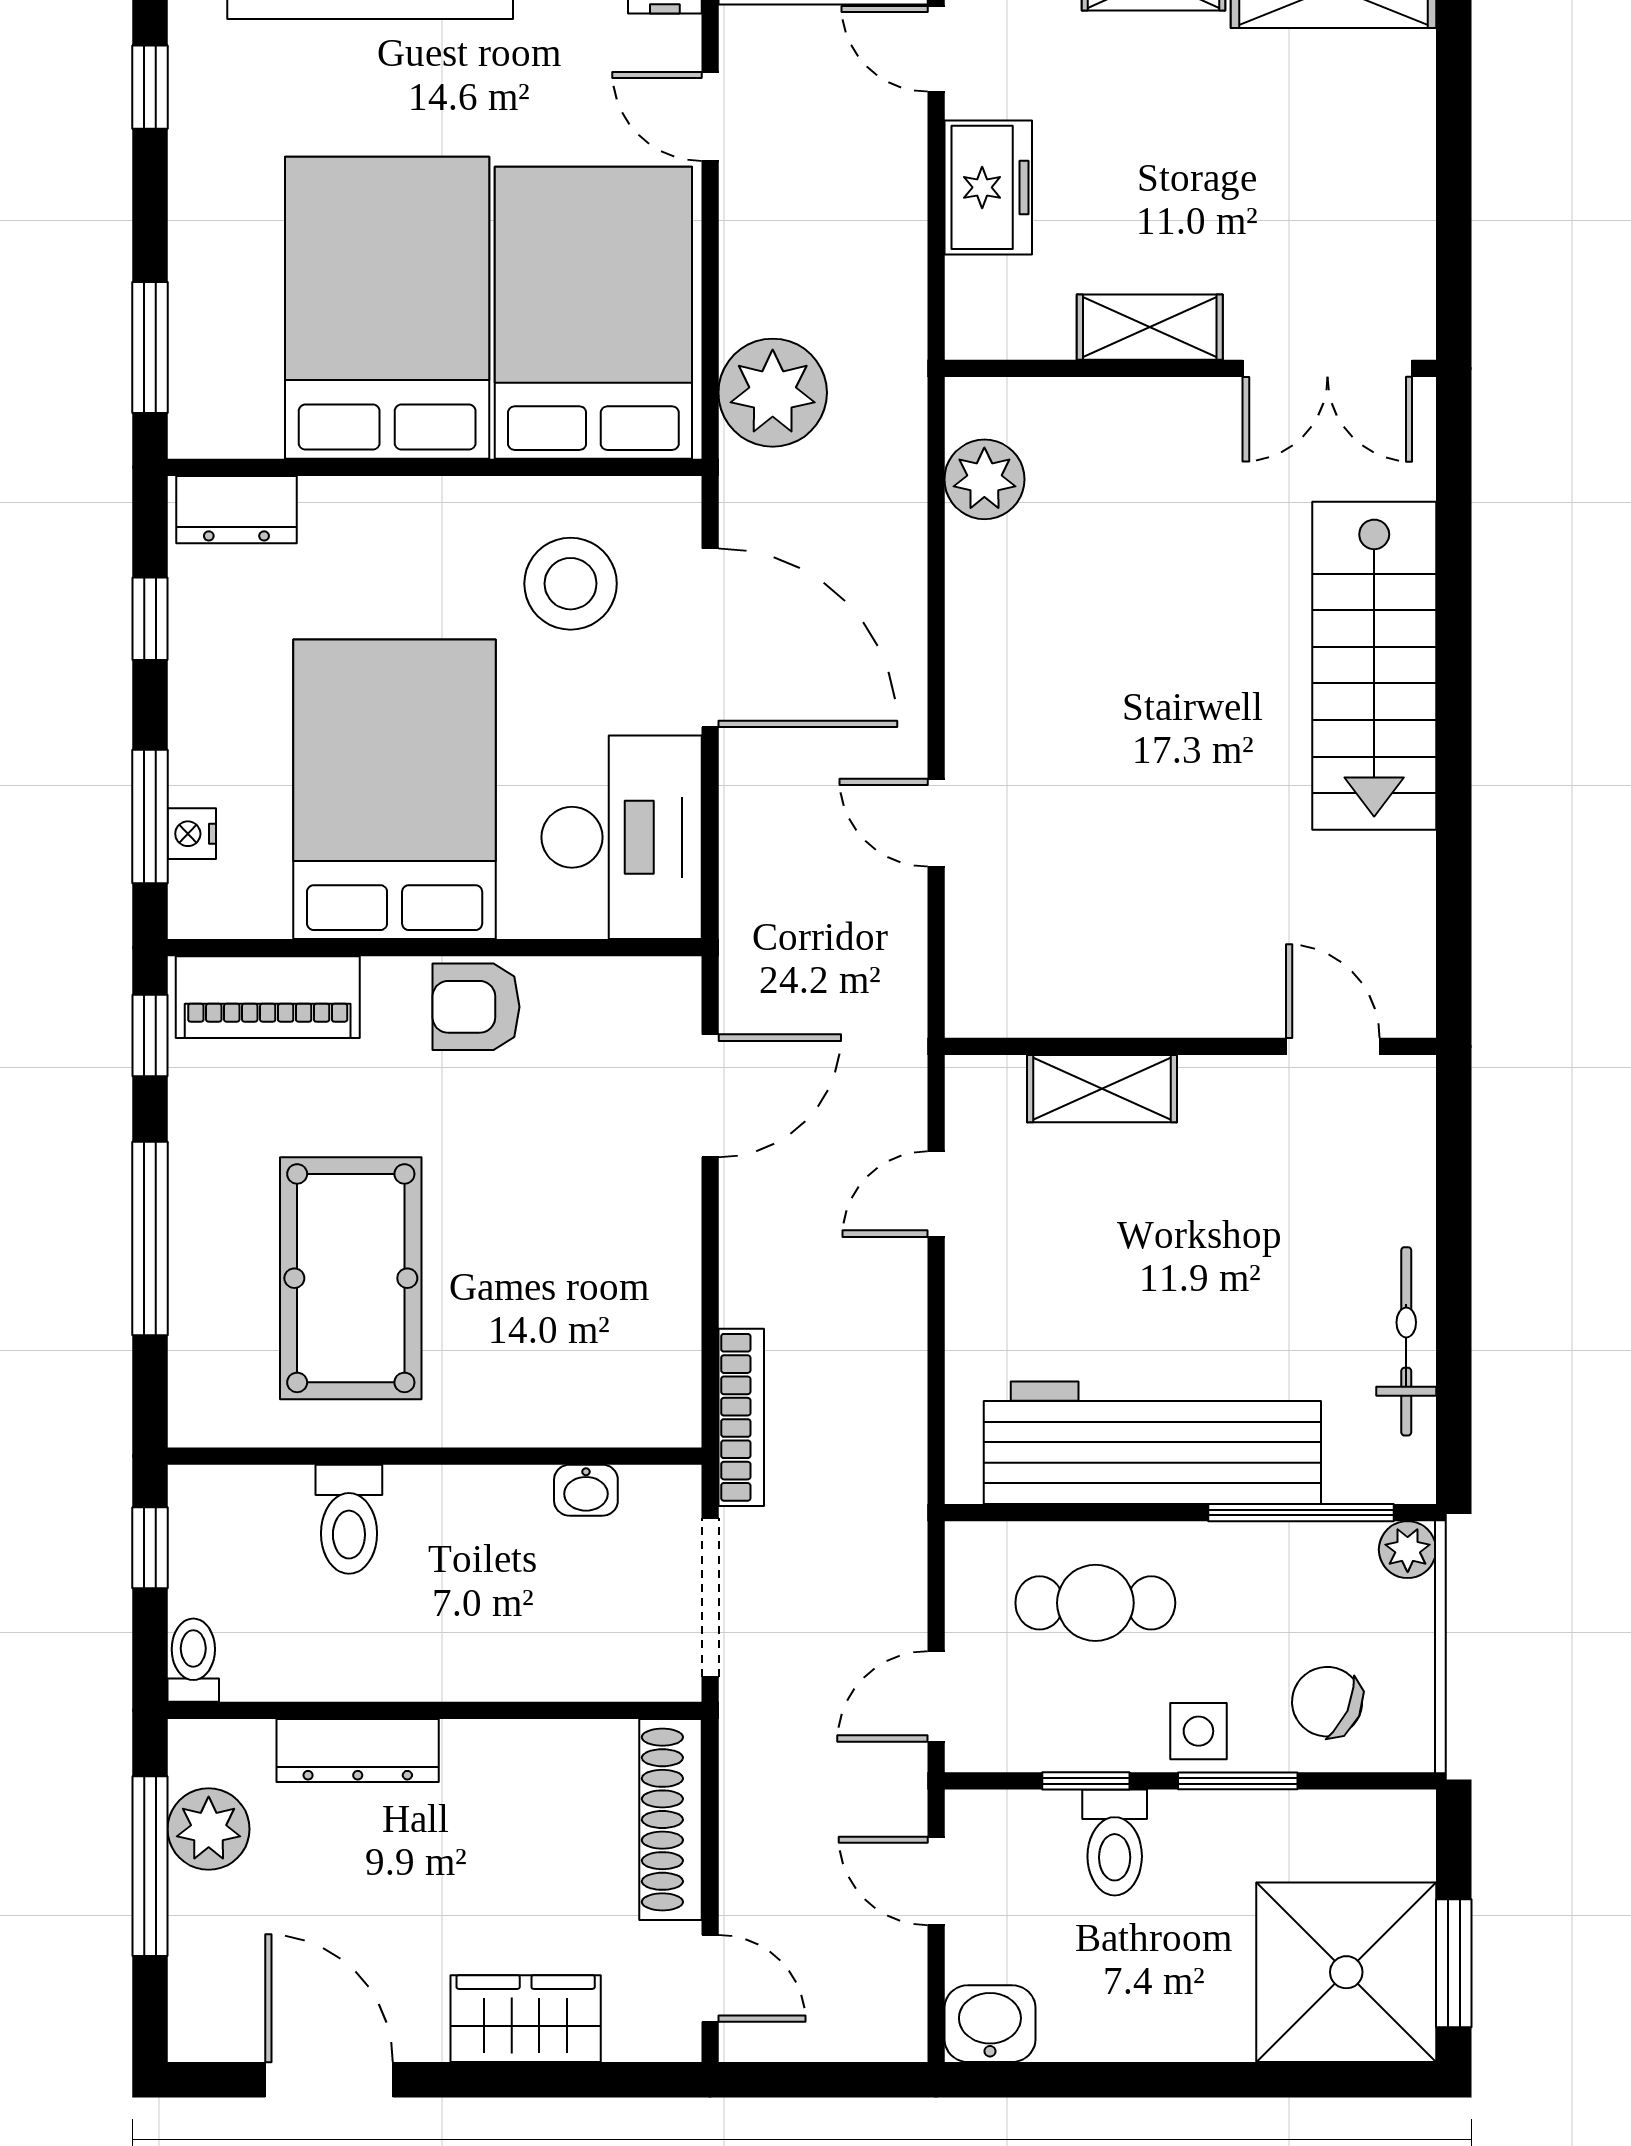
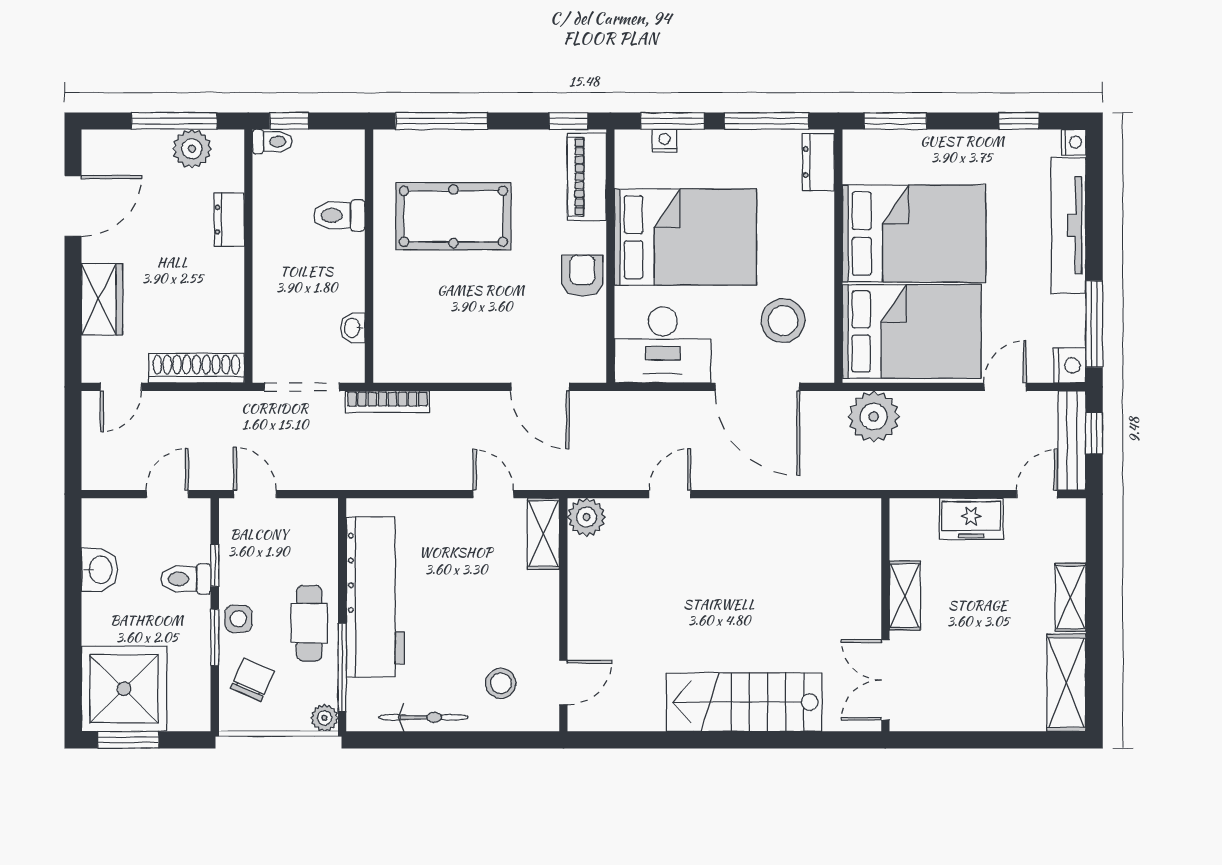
plant: (984, 479) -> (586, 517), moved
window: (150, 619) -> (766, 121), width x2.17
door: (710, 638) -> (757, 387), hinge flipped
shelving: (1102, 1089) -> (543, 534), moved
stool: (1335, 1178) -> (501, 683), added
window: (150, 1239) -> (442, 121), moved
window: (150, 1548) -> (289, 121), moved
cafe table: (1095, 1603) -> (309, 623), moved
dresser: (358, 1750) -> (229, 220), width x0.70
washbasin: (990, 2024) -> (100, 570), moved

